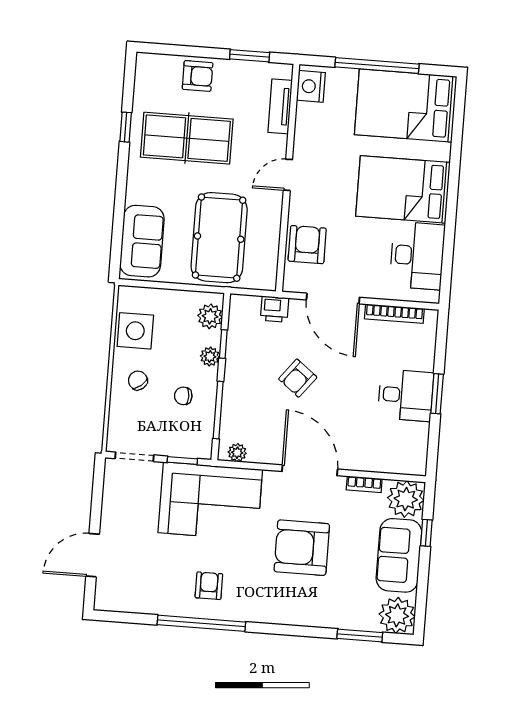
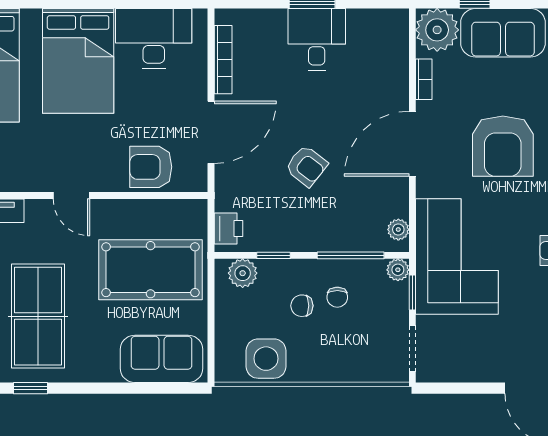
printer: (275, 309) -> (228, 229), moved
plant: (210, 356) -> (398, 270), moved
chair: (138, 380) -> (302, 306), moved, turned 39

